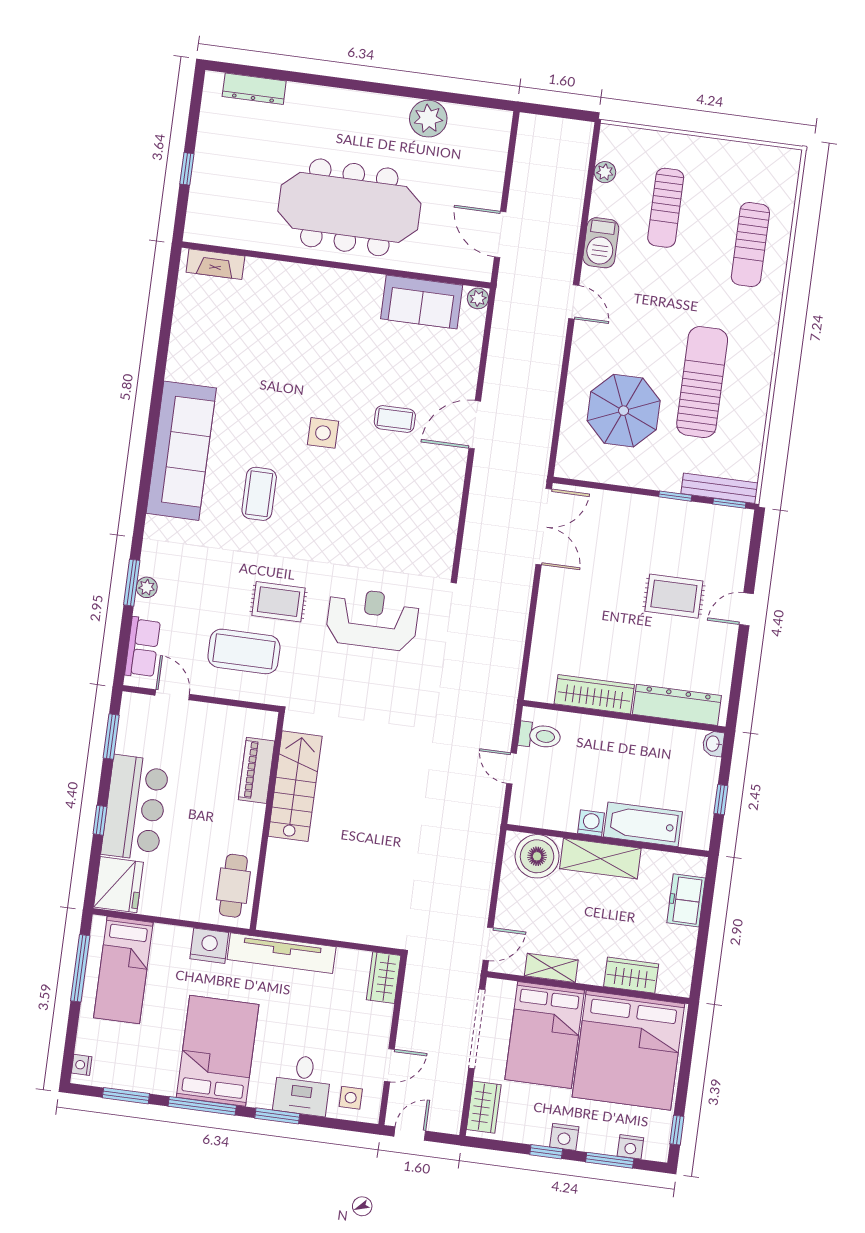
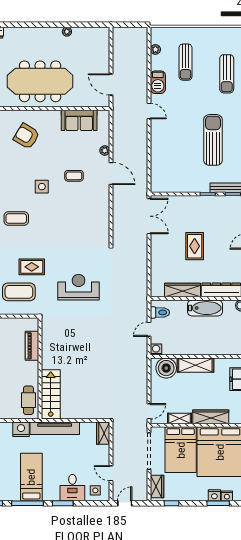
plant: (428, 119) -> (67, 32), width x0.53, depth x0.53
plant: (478, 298) -> (105, 151), moved
armchair: (305, 321) -> (26, 136), added
parasol: (624, 411) -> (179, 158), removed
door: (475, 425) -> (111, 174), swing flipped
coffee table: (259, 494) -> (16, 219), turned 90
rug: (674, 596) -> (195, 246), moved, turned 90
reception desk: (372, 619) -> (79, 287), moved
door: (511, 768) -> (149, 329), hinge flipped
stairs: (295, 786) -> (51, 394), moved
washing machine: (591, 823) -> (156, 350), moved
bathtub: (643, 824) -> (205, 308), moved, turned 180
wardrobe: (631, 975) -> (211, 417), width x1.50
bed: (218, 1051) -> (31, 477), width x0.67
door: (389, 1065) -> (111, 473), swing flipped
nightstand: (564, 1137) -> (214, 495), moved
window: (546, 1152) -> (172, 503), moved

